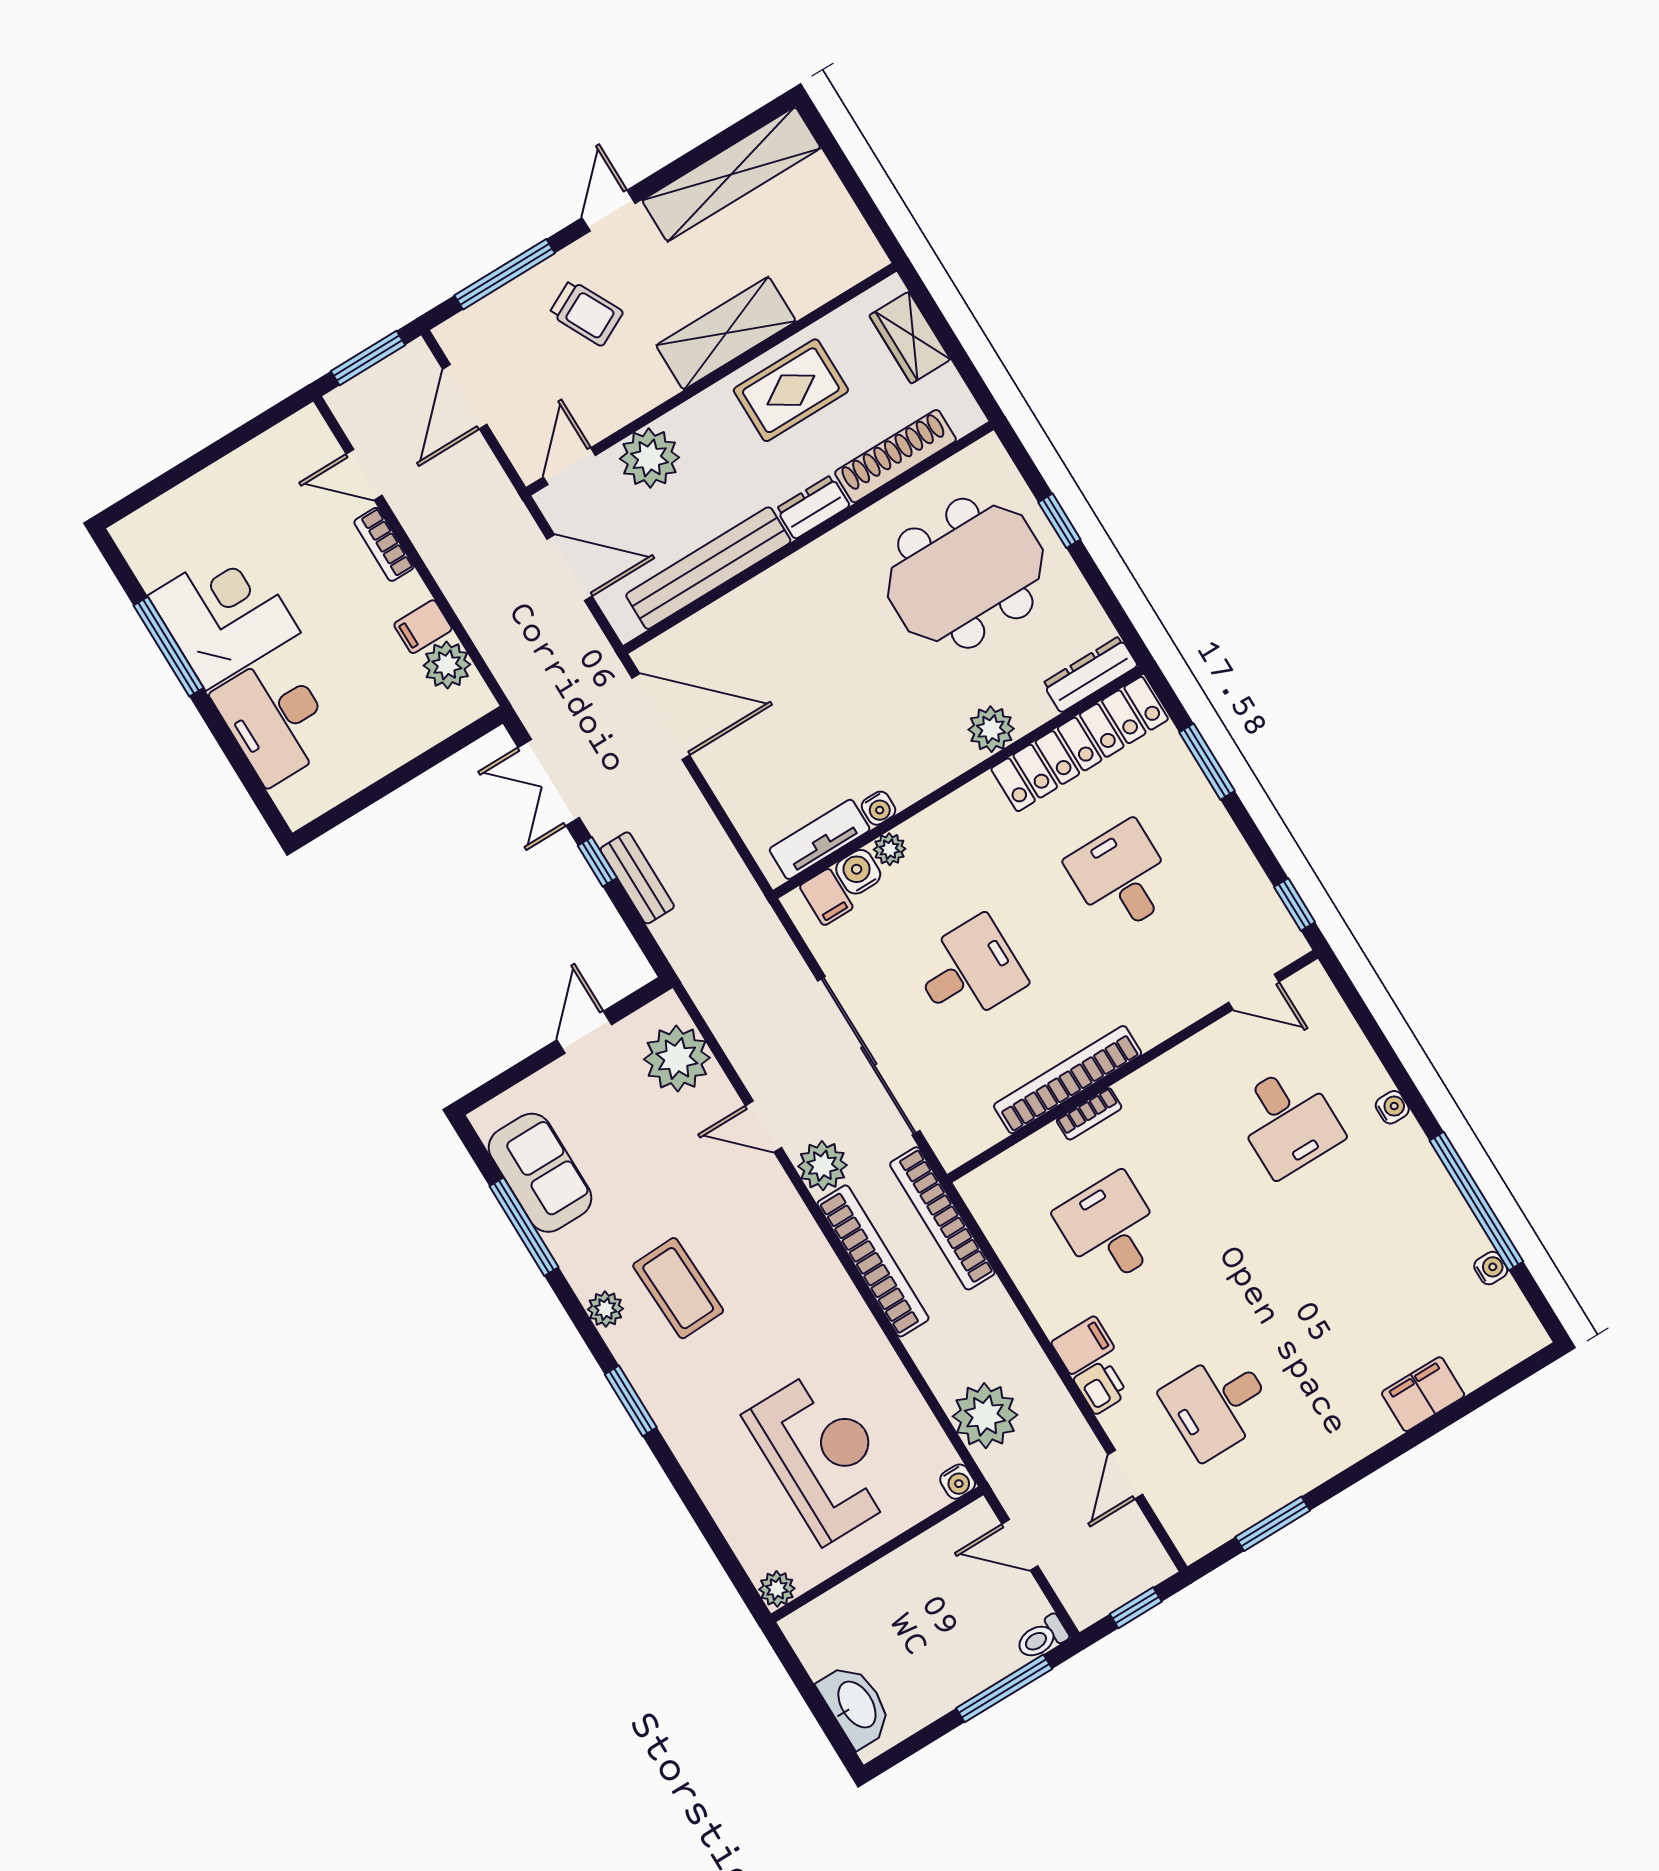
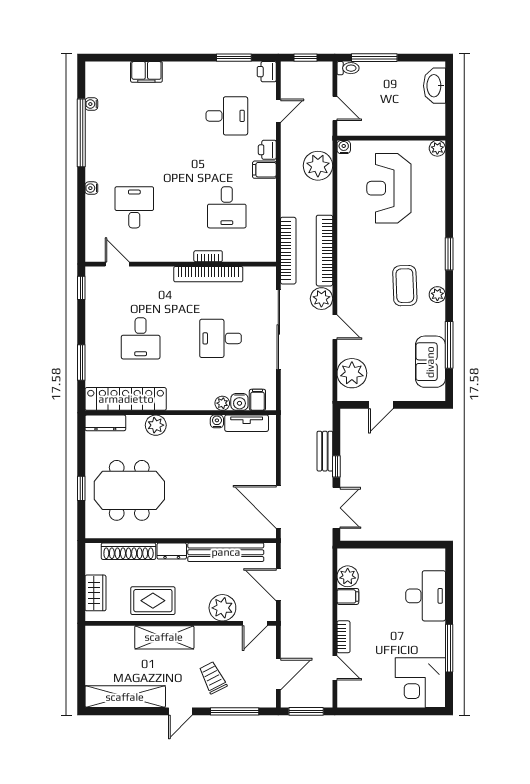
corner desk: (224, 614) -> (420, 683), moved
printer: (1193, 1536) -> (267, 72), added

